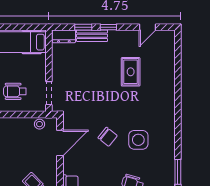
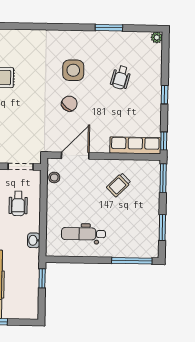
door: (60, 143) -> (75, 156), hinge flipped

